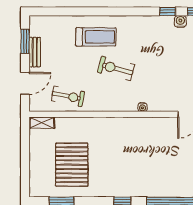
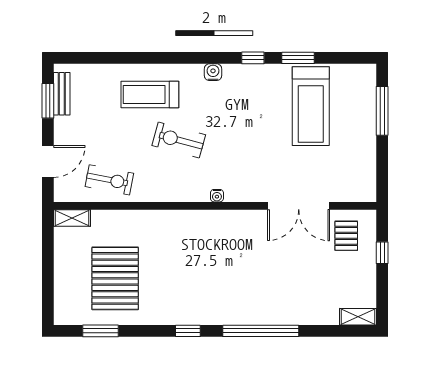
water cooler: (180, 21) -> (213, 72), moved
treadmill: (96, 37) -> (150, 95), turned 180
bench: (35, 52) -> (62, 94), moved

